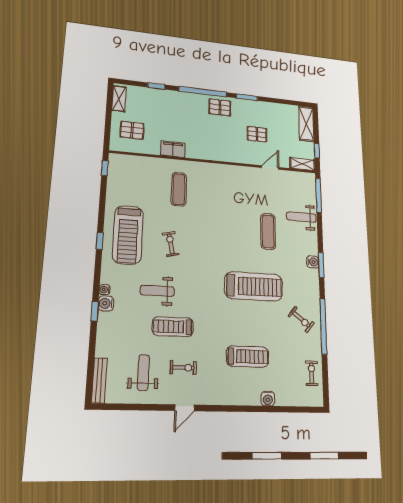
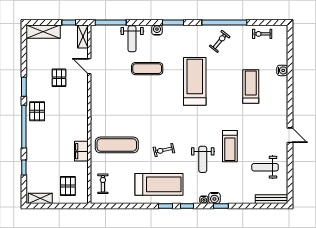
window: (105, 168) -> (187, 206), moved
exercise mat: (179, 189) -> (117, 145), width x1.36, depth x1.45
water cooler: (313, 262) -> (157, 30), moved
exercise bike: (183, 368) -> (103, 184), moved

